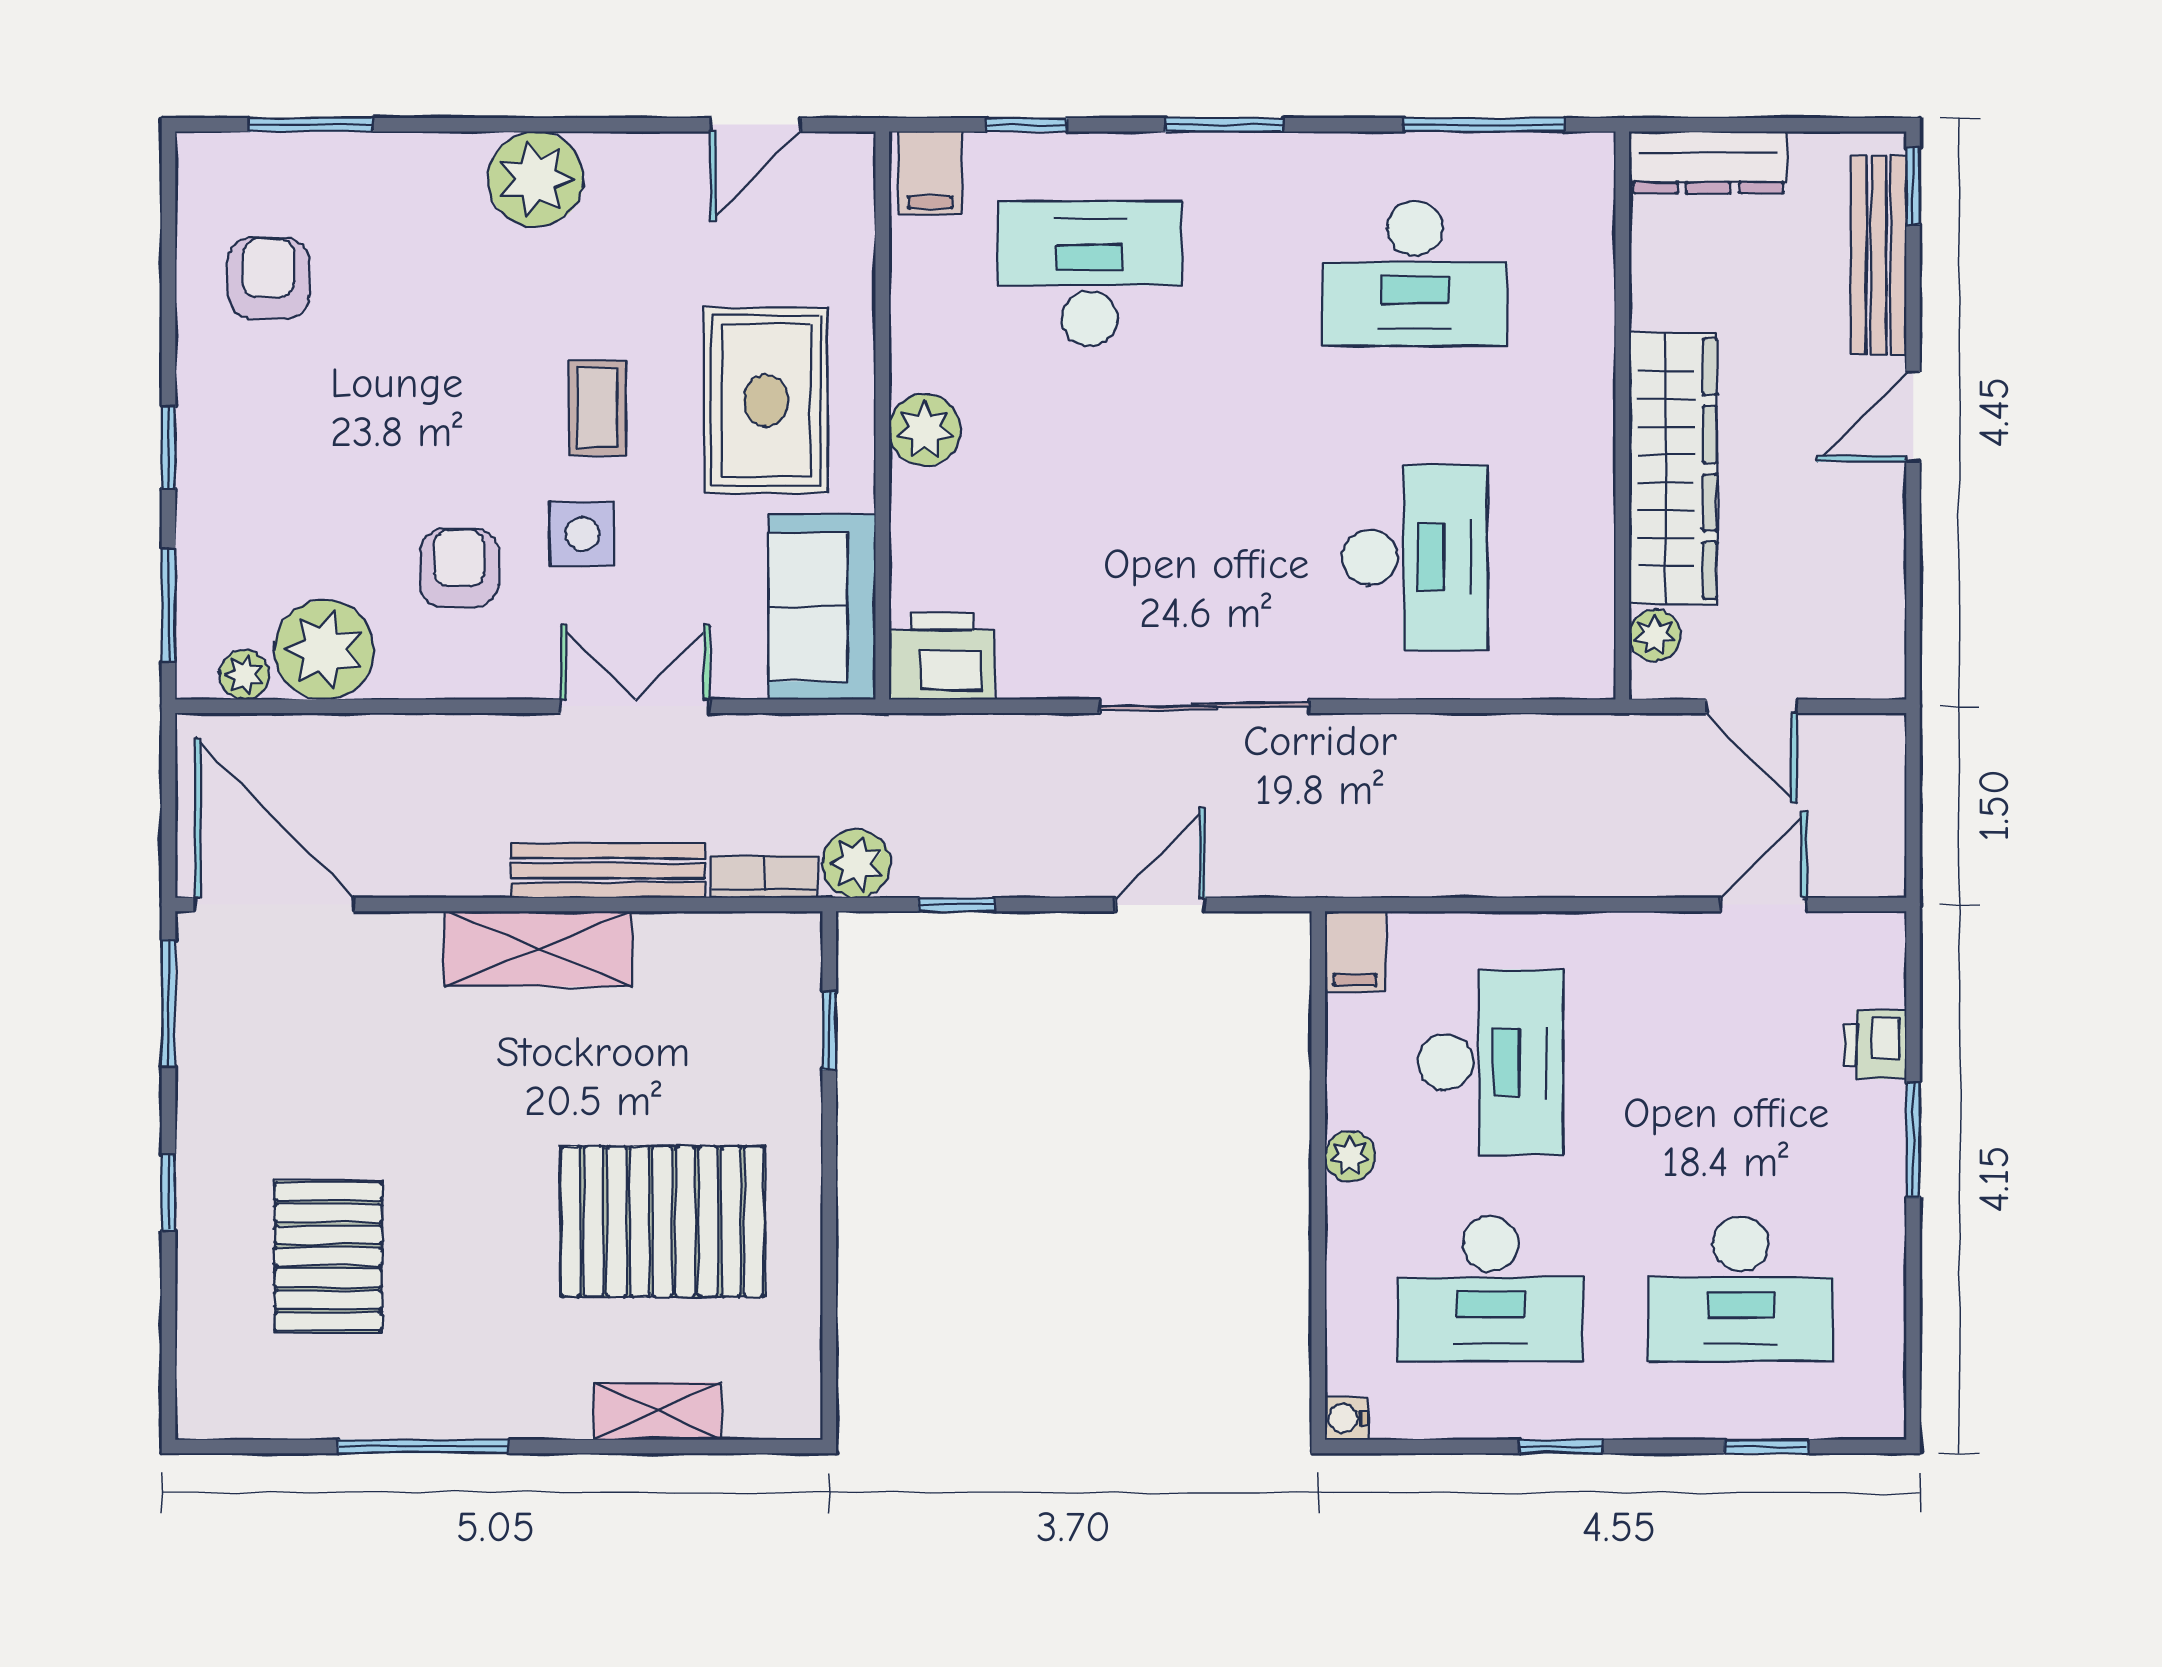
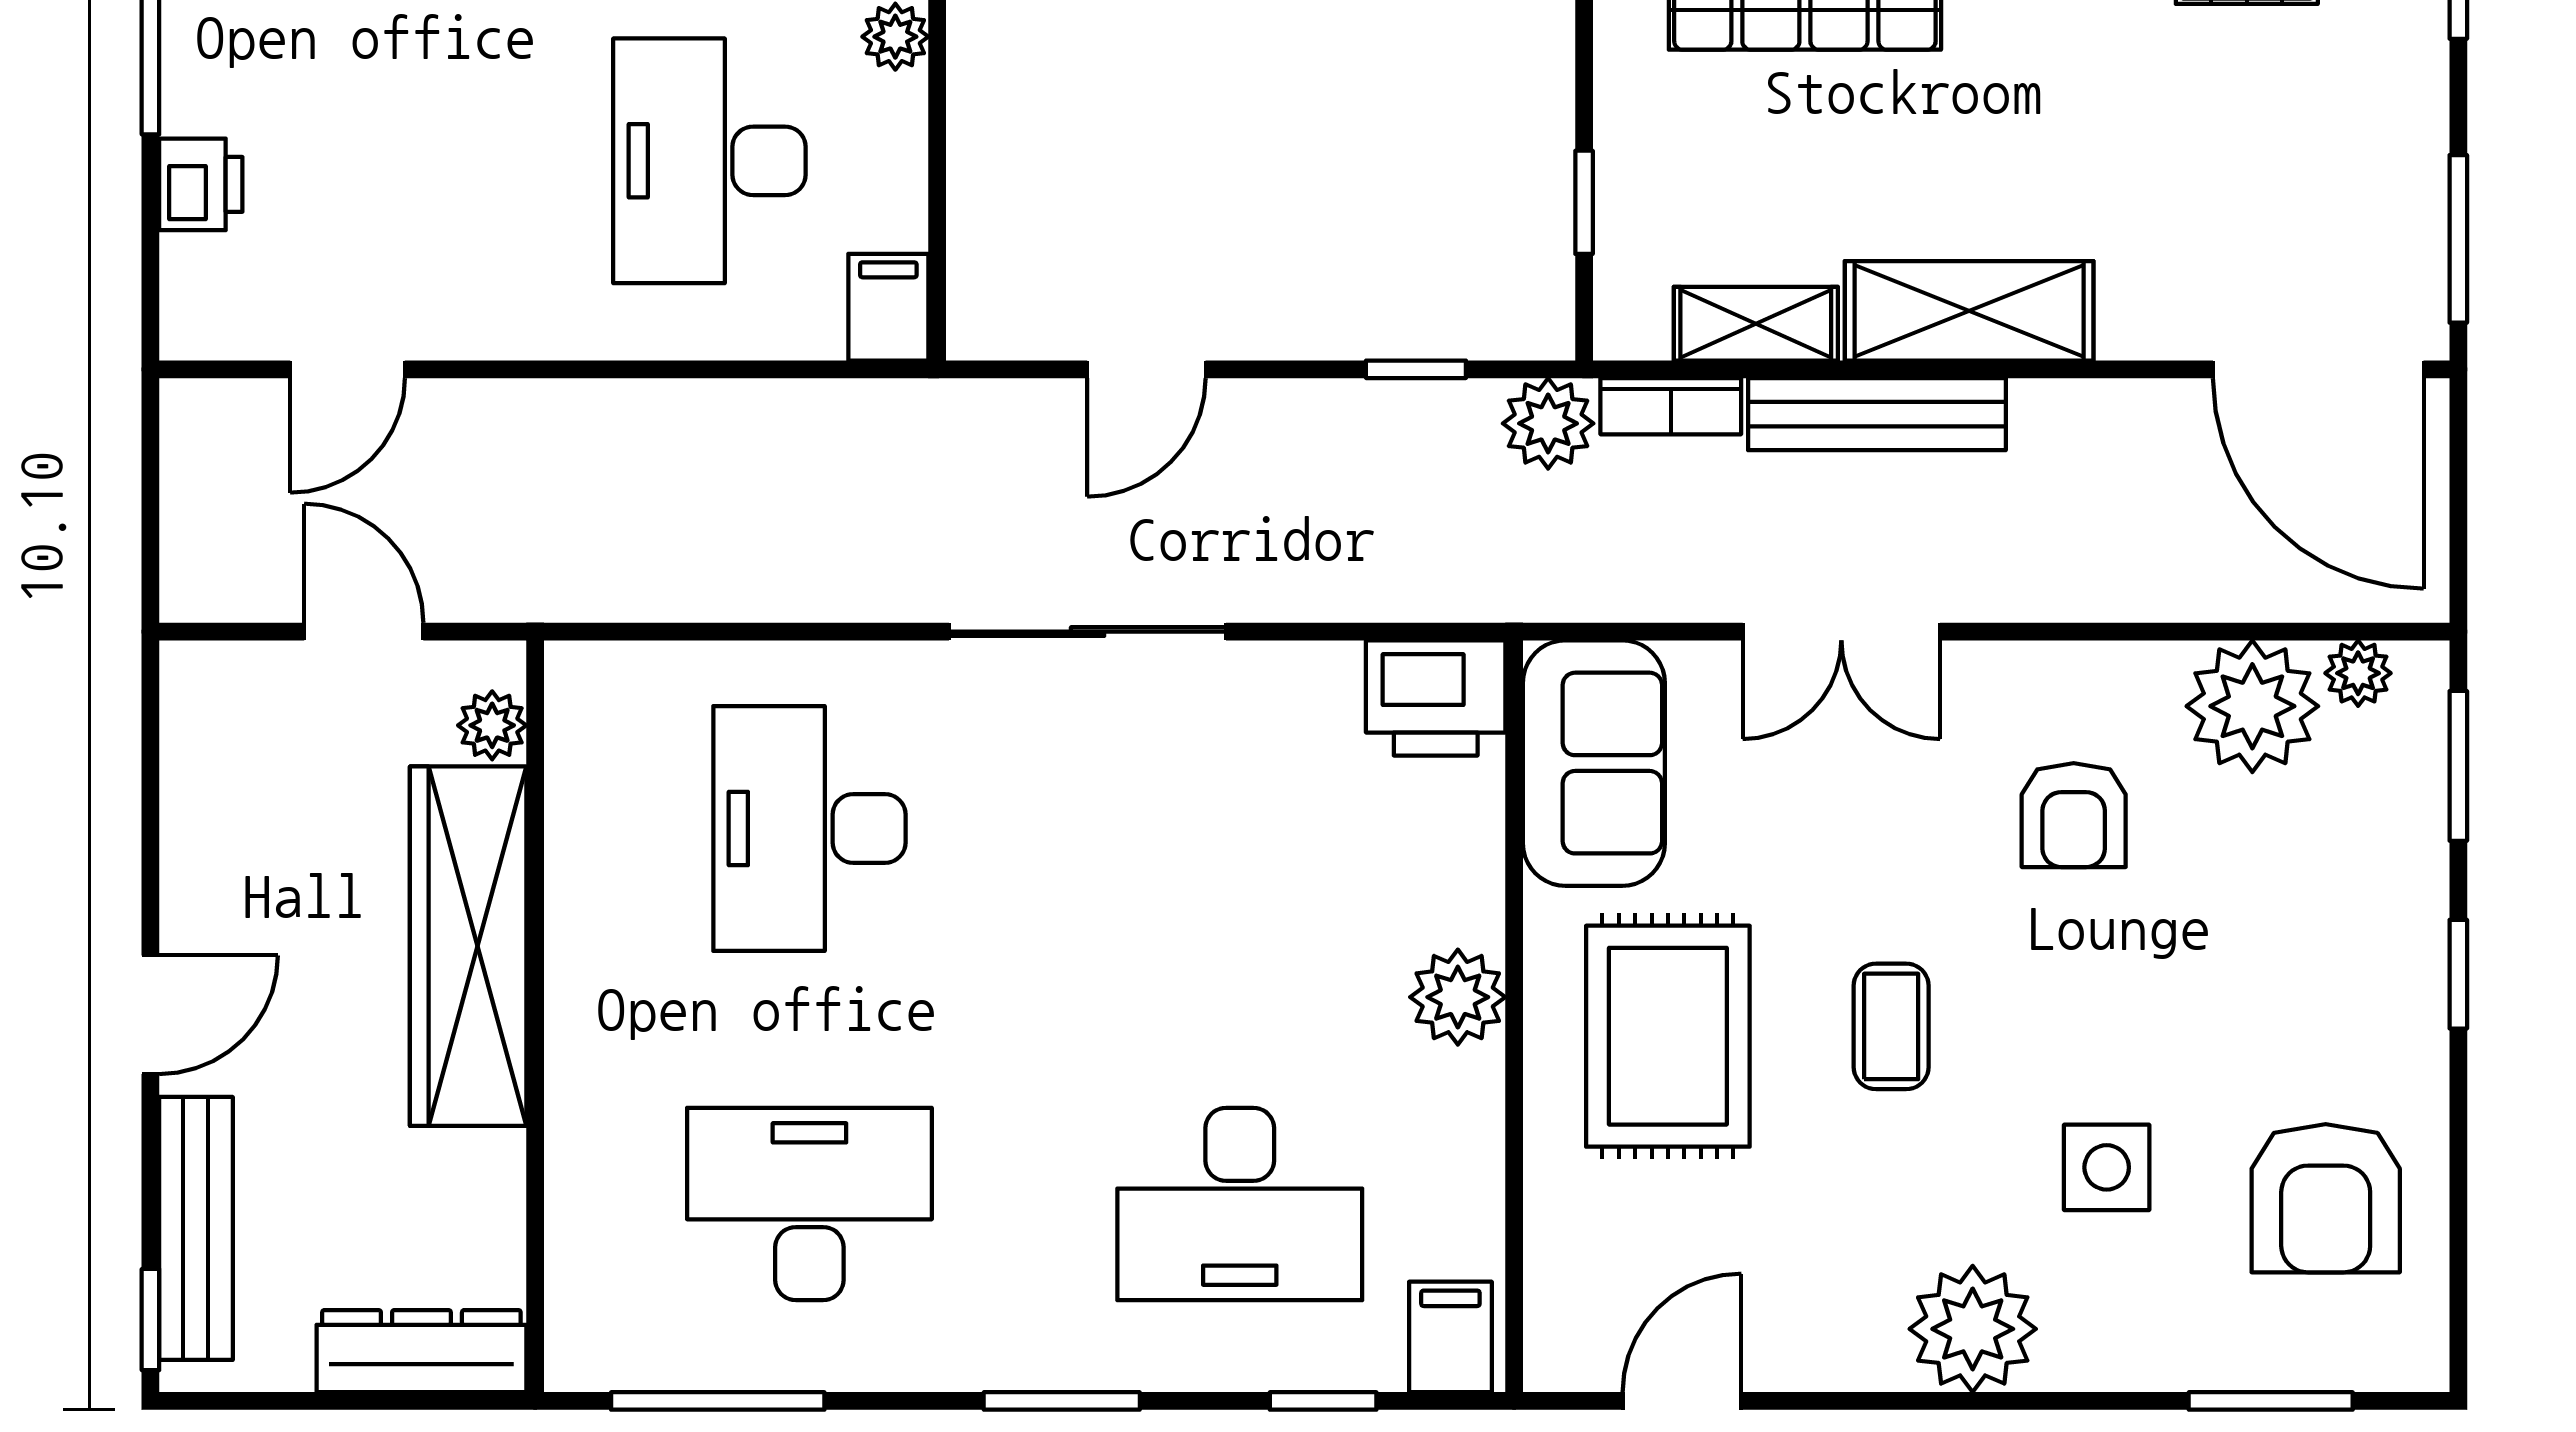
armchair: (269, 278) -> (2326, 1198), width x1.38, depth x1.38
side table: (582, 534) -> (2107, 1167), moved
shelving: (699, 939) -> (1756, 324), added

